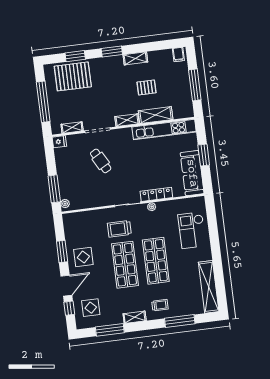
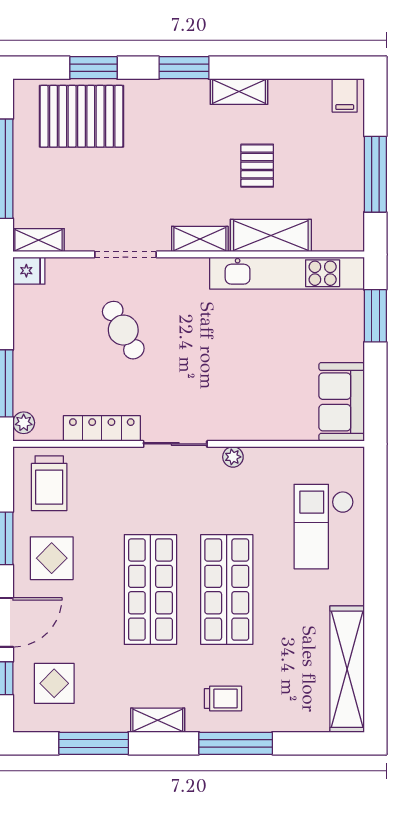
pallet: (146, 87) -> (257, 166), turned 90
shelving: (72, 128) -> (38, 240), moved
window: (204, 155) -> (375, 316), moved
sofa: (192, 173) -> (342, 402), width x0.73
locker: (156, 194) -> (102, 428), moved
trolley: (119, 229) -> (49, 483), moved, turned -90
window: (180, 321) -> (236, 743), moved

